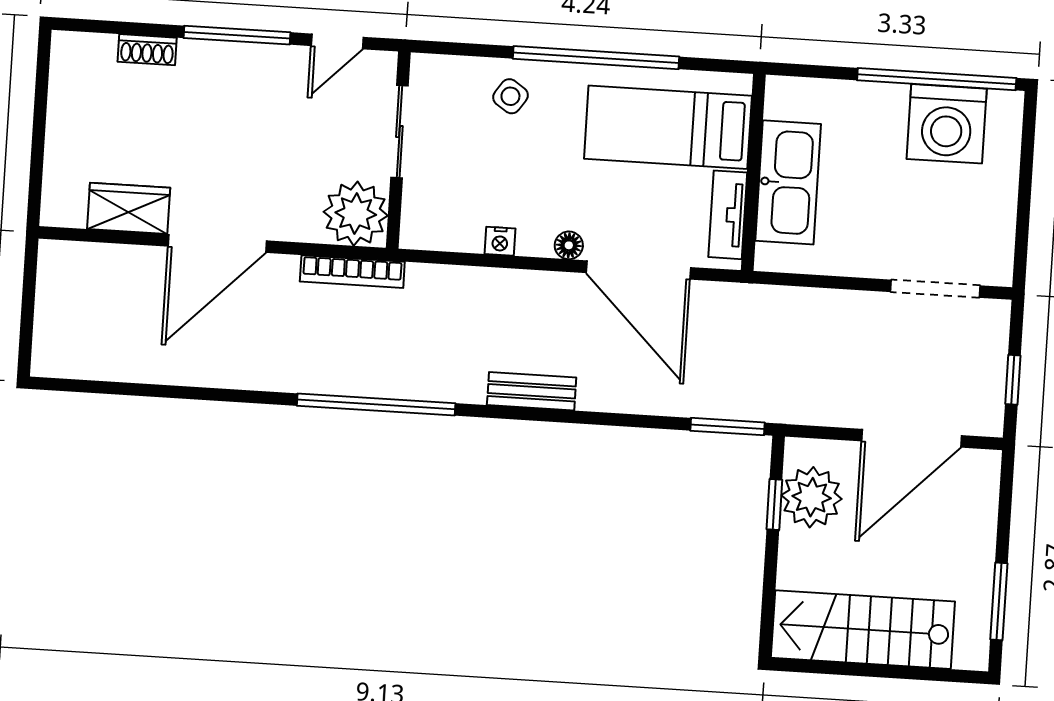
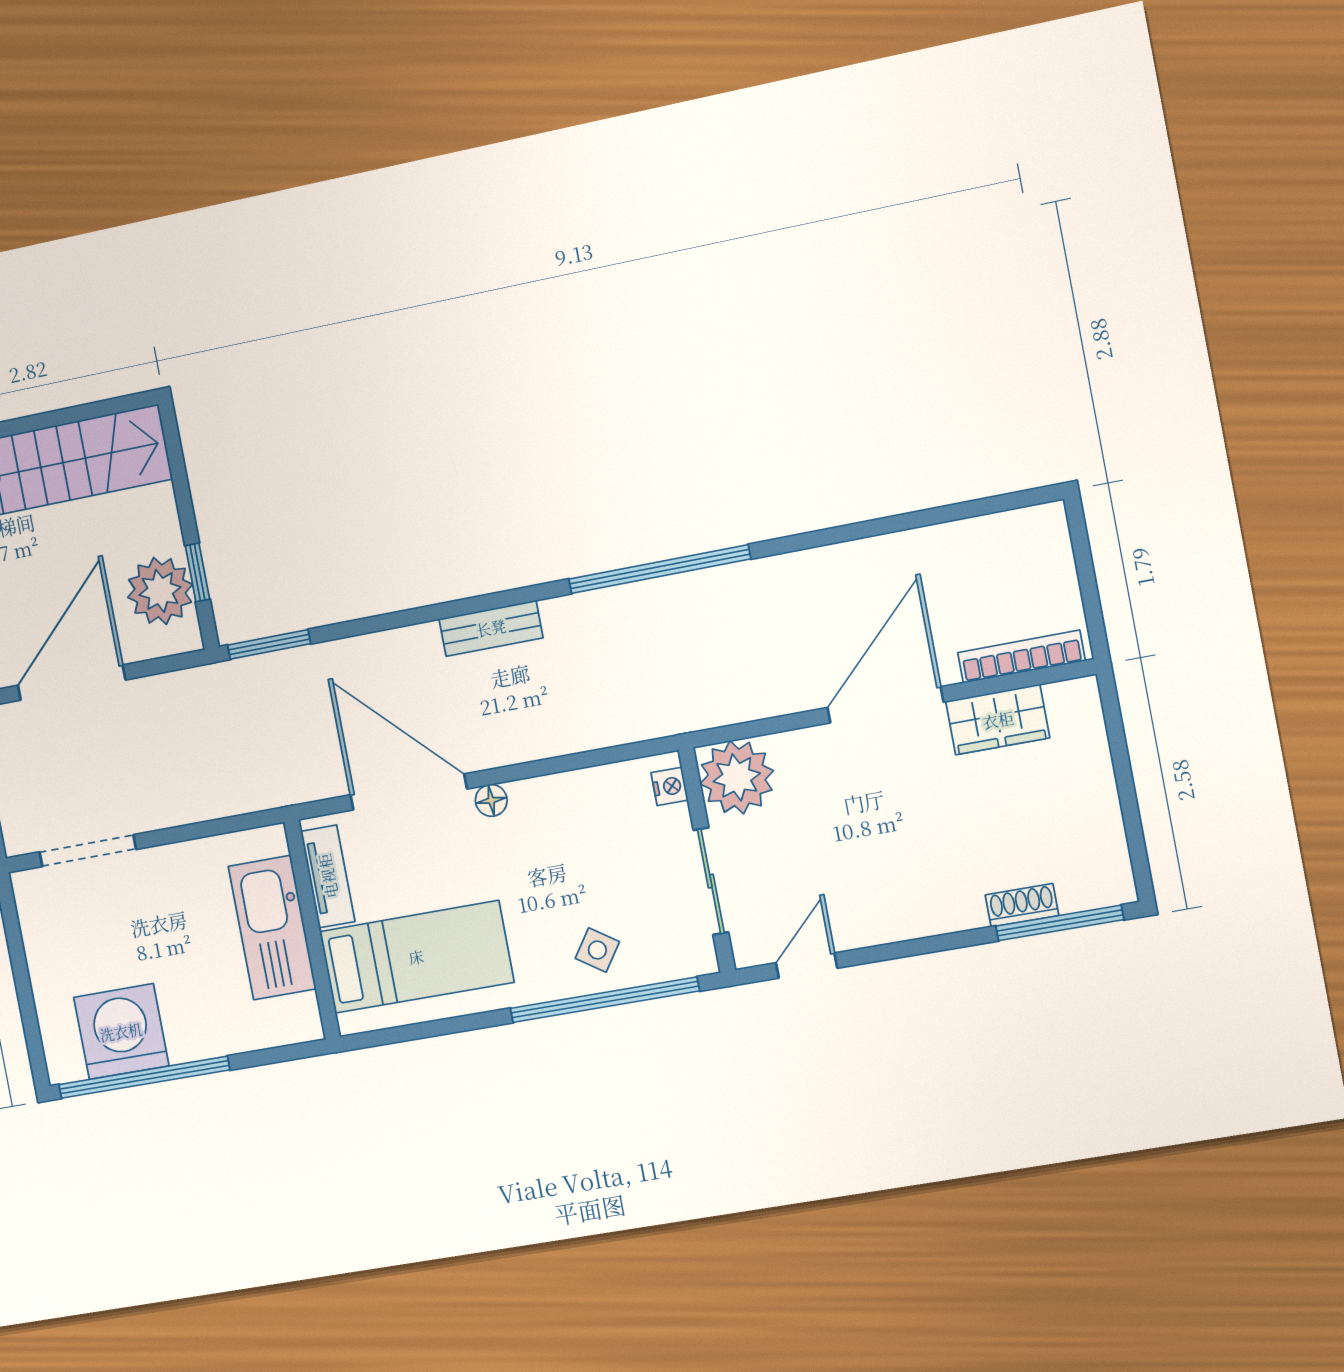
window: (237, 35) -> (1060, 923), moved
window: (596, 58) -> (604, 1000), moved
nightstand: (500, 241) -> (670, 786), moved, turned 90
bookcase: (352, 272) -> (1021, 657), moved

